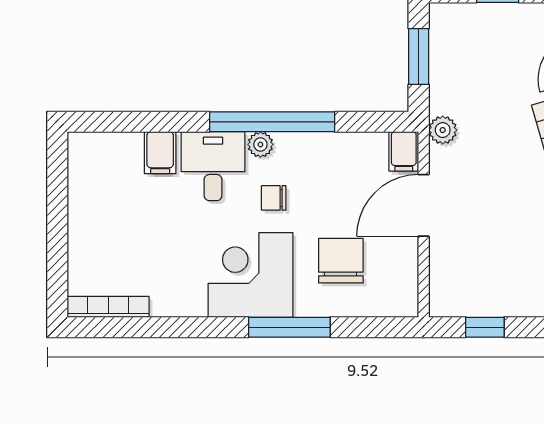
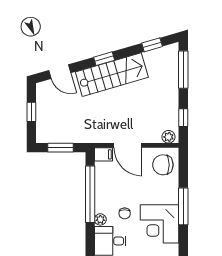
window: (272, 122) -> (90, 194), moved
plant: (443, 130) -> (169, 137), moved
chair: (341, 261) -> (163, 165), moved

